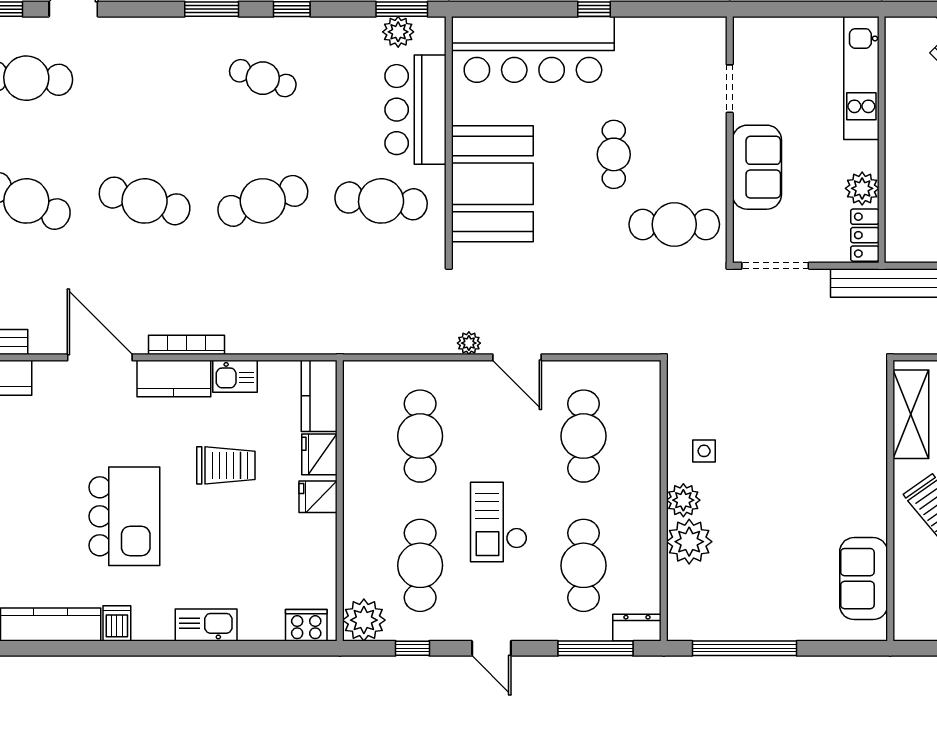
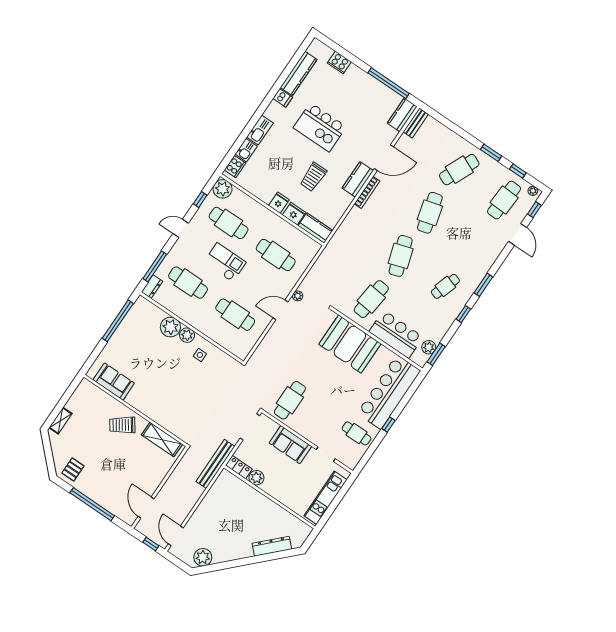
kitchen unit: (861, 78) -> (325, 498), moved, turned -90
cafe table: (614, 154) -> (357, 433), moved
cafe table: (145, 201) -> (430, 213), turned -30
kitchen sink: (235, 376) -> (246, 150), moved, turned 180

